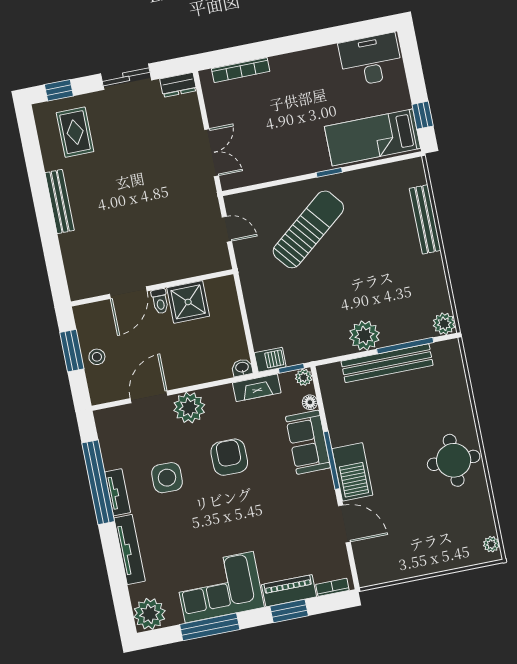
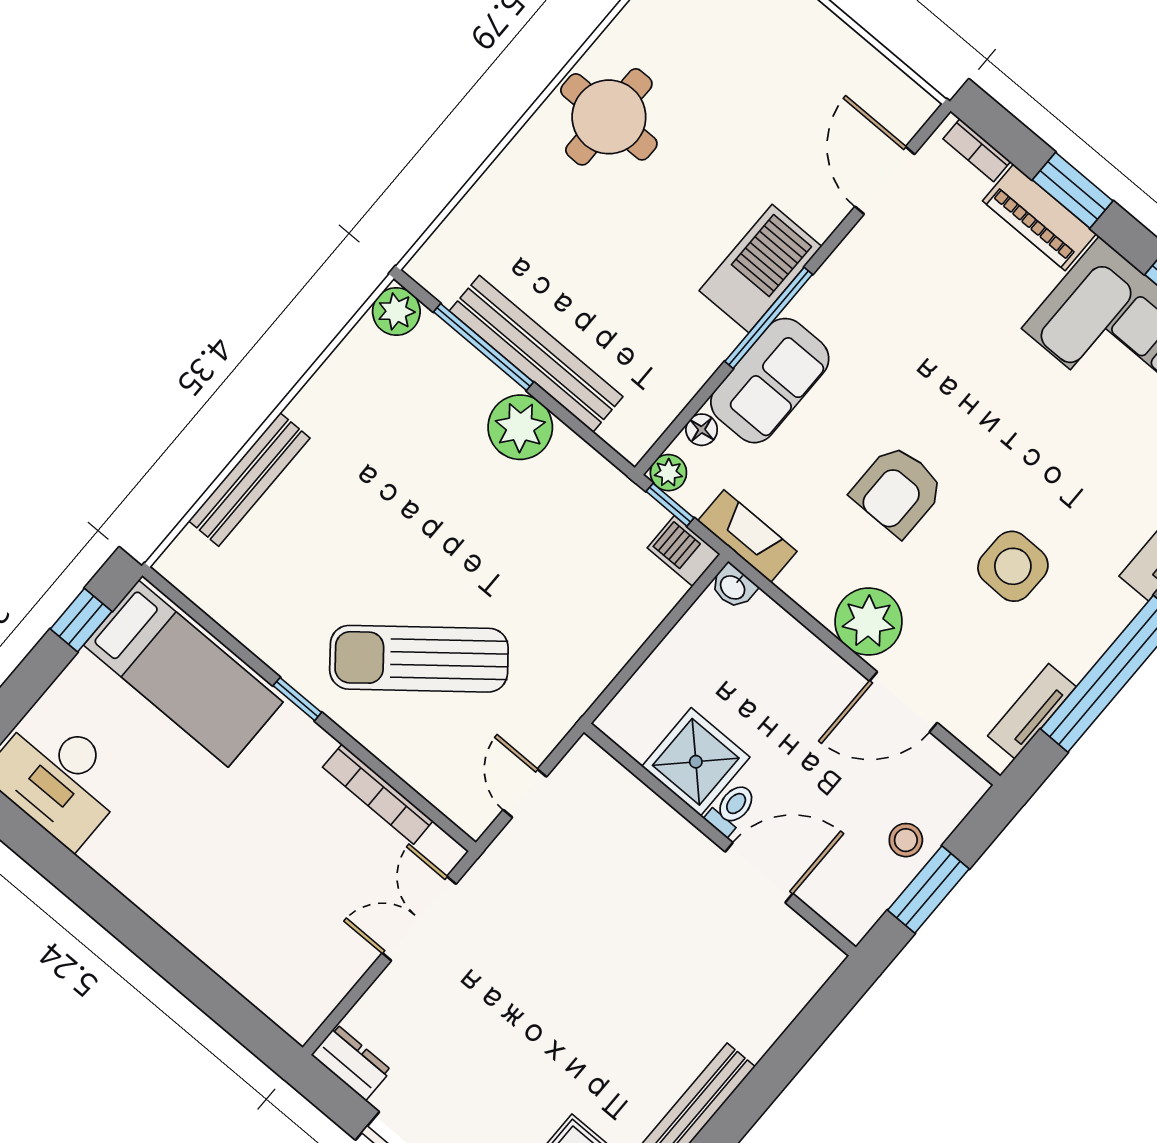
bookcase: (241, 70) -> (378, 794), moved, turned 180
tv unit: (118, 492) -> (1032, 711), moved
door: (344, 524) -> (885, 180), moved

